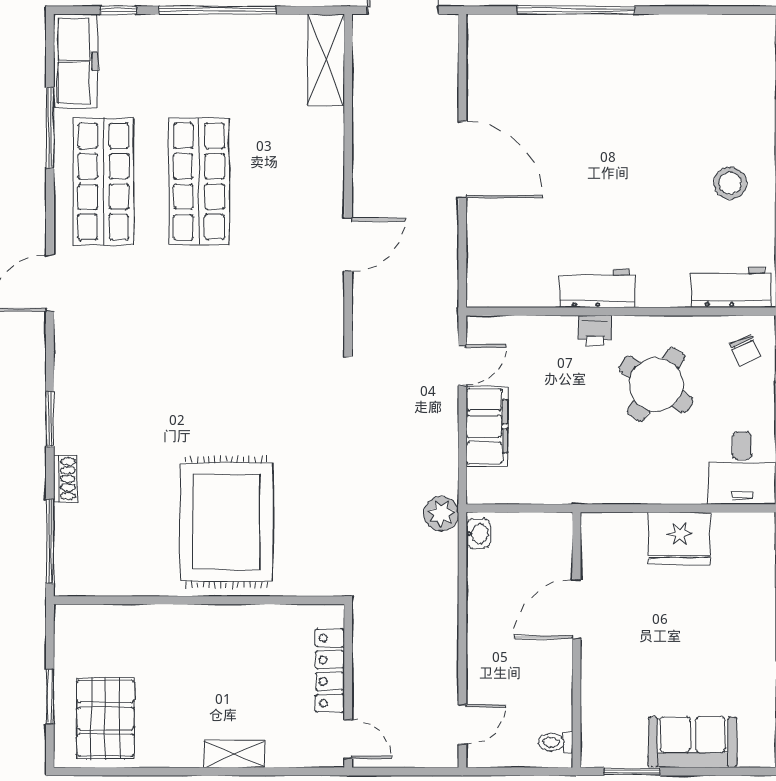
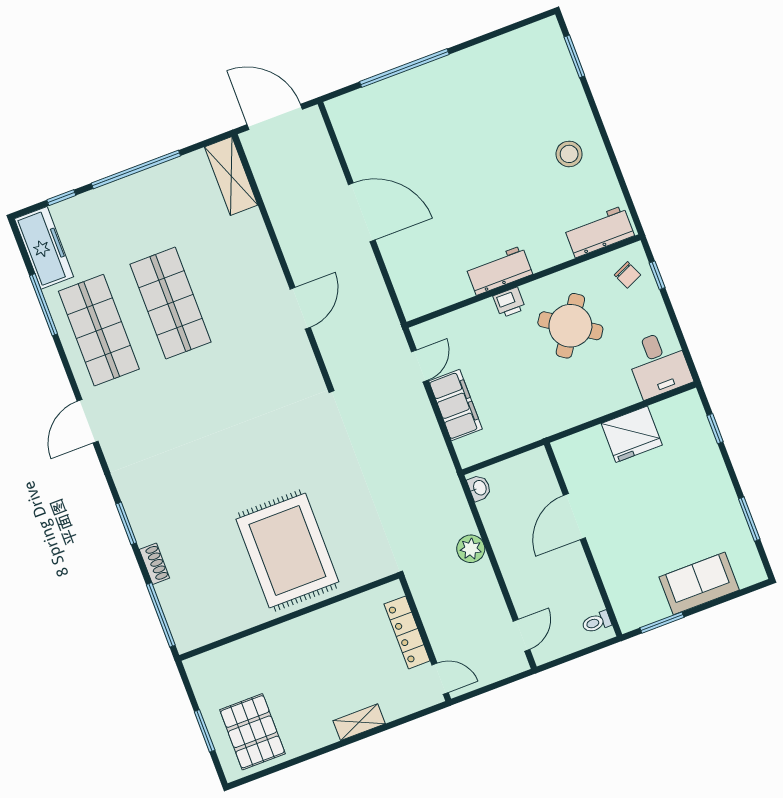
plant: (441, 514) -> (471, 549), moved

